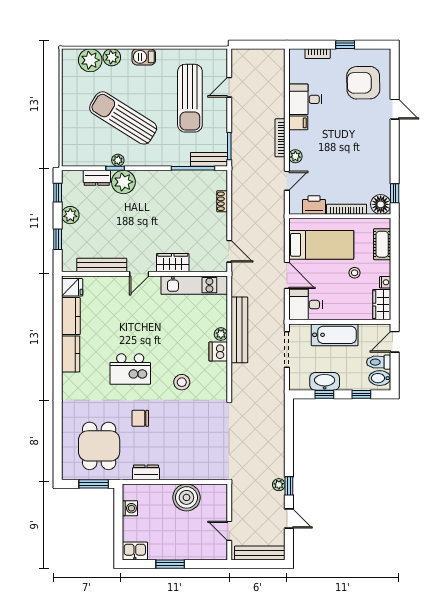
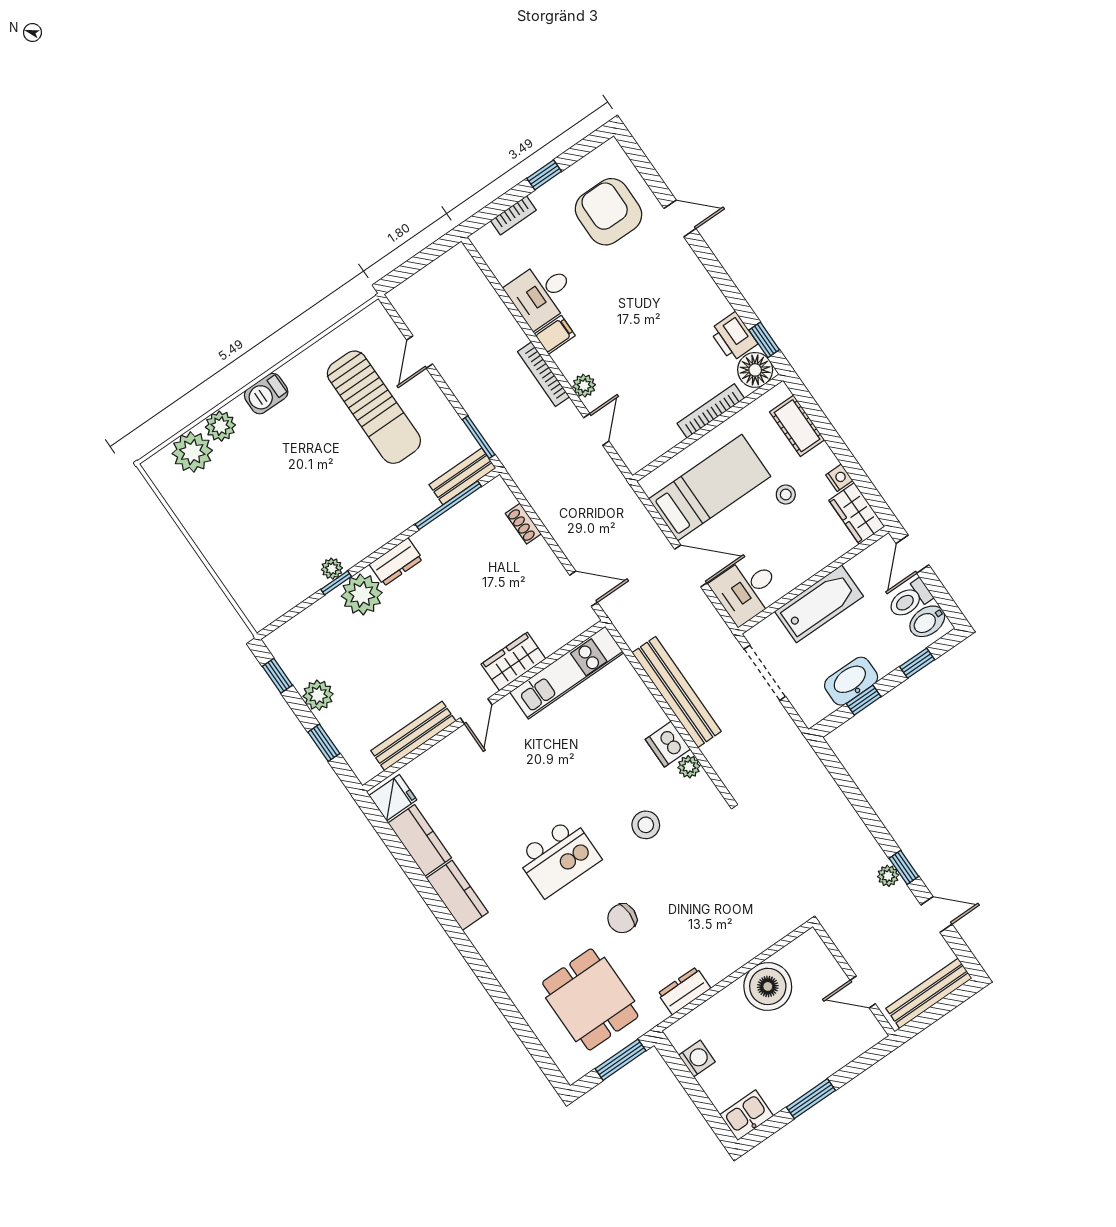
armchair: (363, 83) -> (609, 212), turned 91
sun lounger: (123, 118) -> (297, 502), removed
dresser: (97, 178) -> (396, 562), moved
printer: (314, 205) -> (733, 337), moved, turned -90
plant: (221, 334) -> (689, 767), moved

